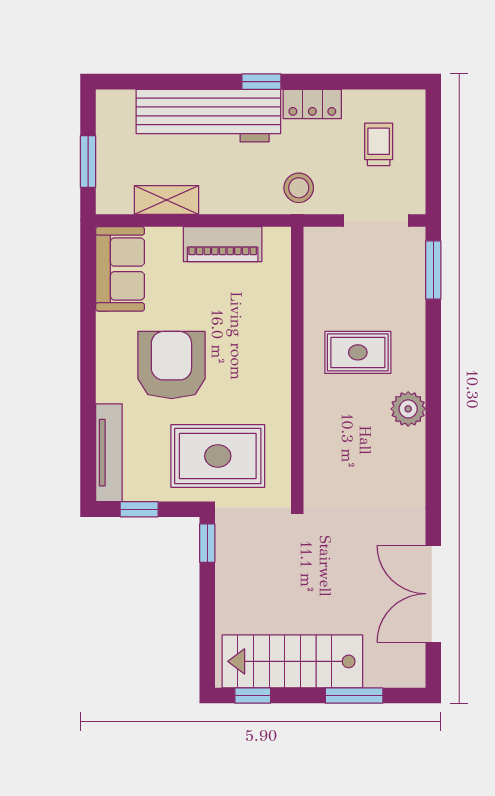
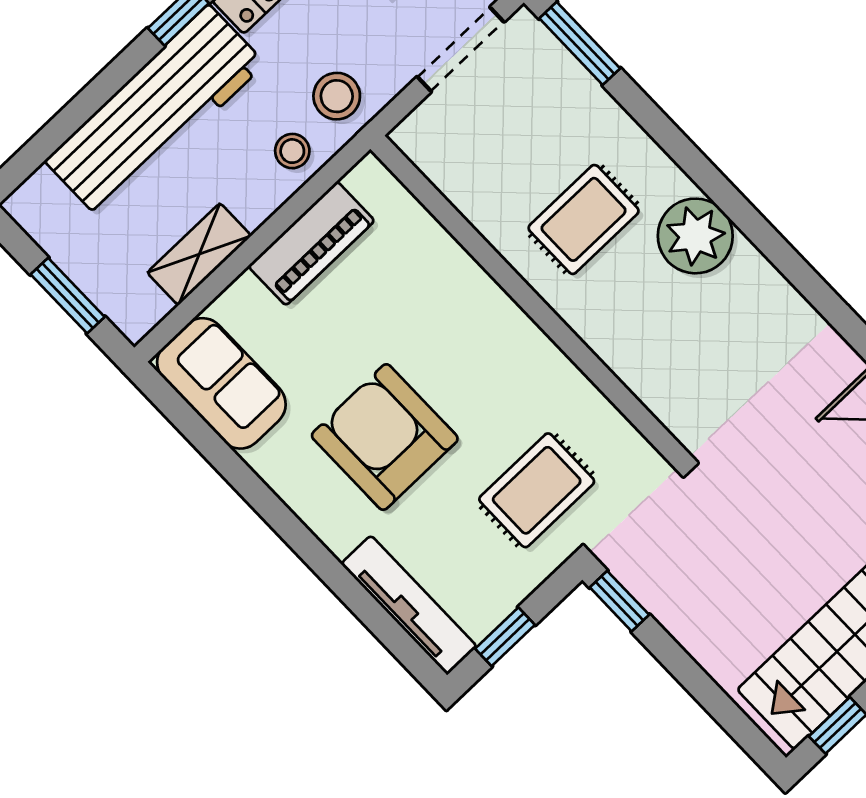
stool: (254, 194) -> (292, 151), added
plant: (408, 409) -> (695, 236), width x1.36, depth x1.36
rug: (218, 456) -> (537, 490), width x0.73, depth x0.70

